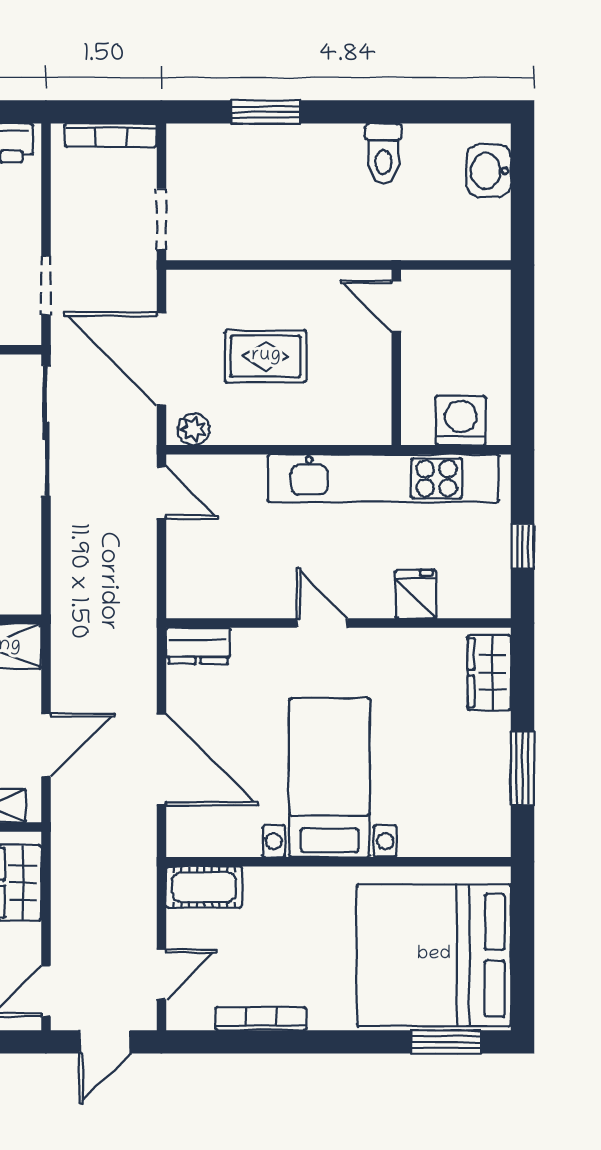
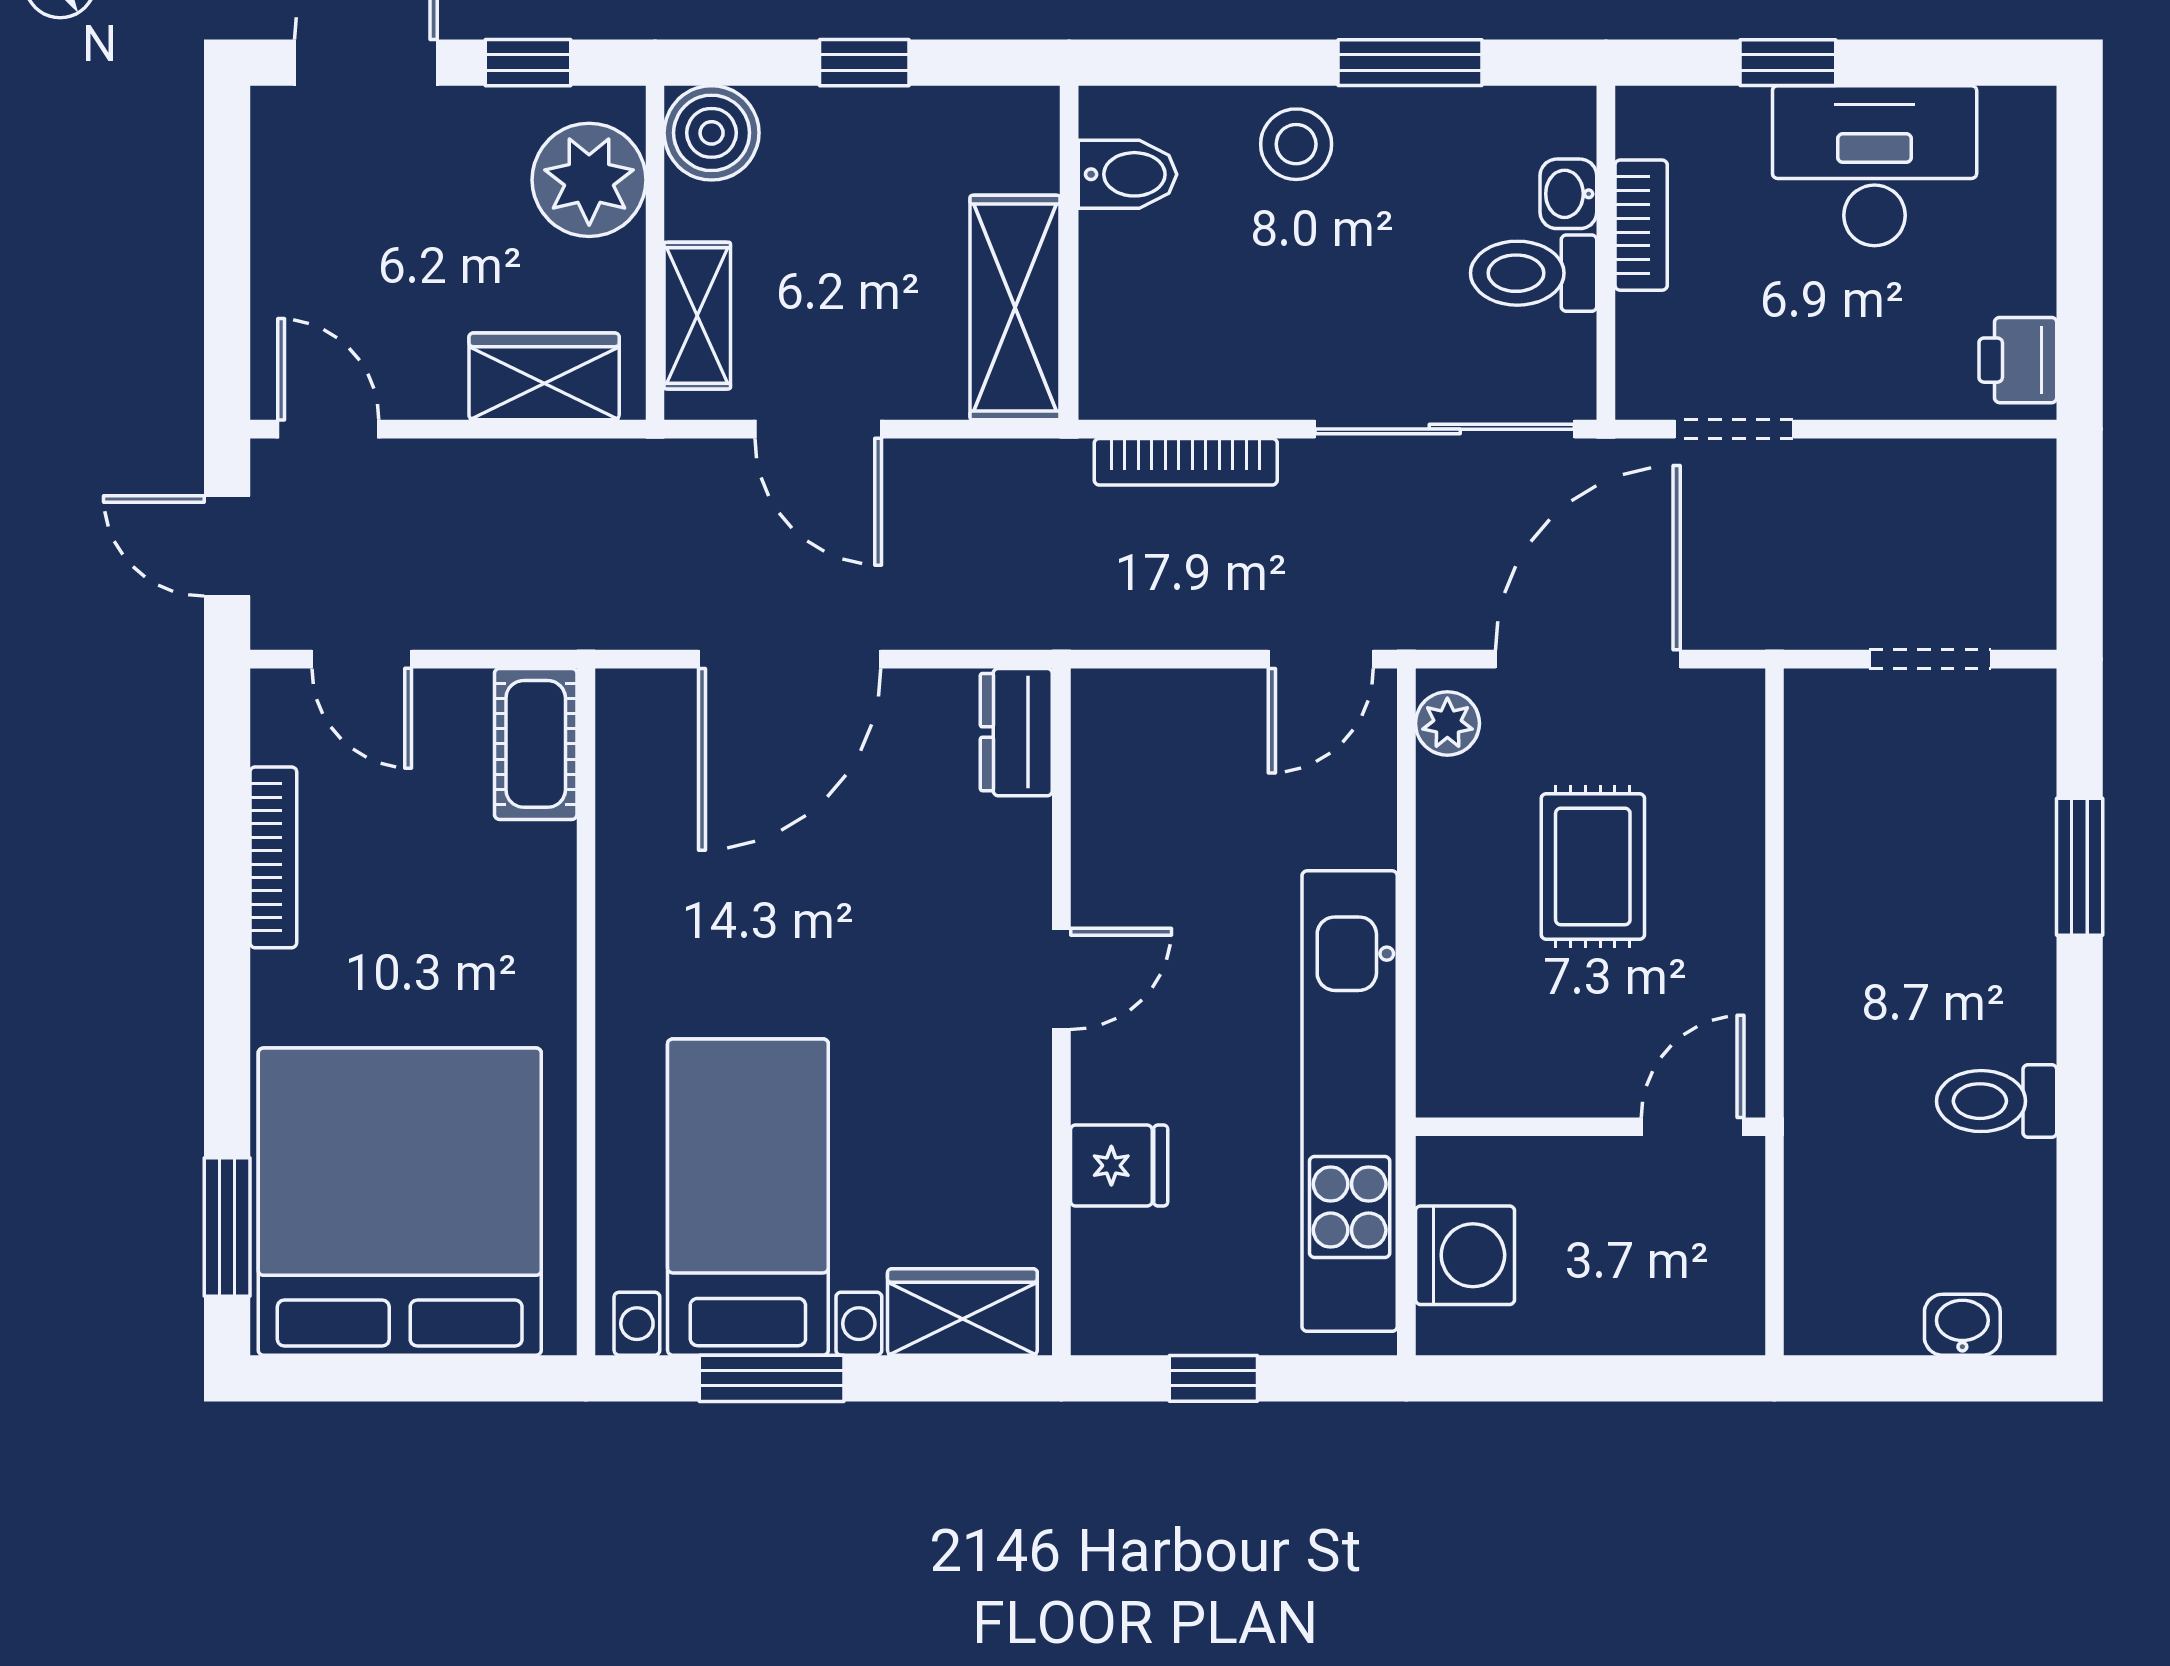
bookcase: (111, 135) -> (1186, 462), moved, turned -90
washbasin: (489, 171) -> (1962, 1325), width x0.72, depth x0.69
doorway: (161, 219) -> (1930, 659), moved
bed with nightstands: (329, 778) -> (748, 1197), moved, turned -90

